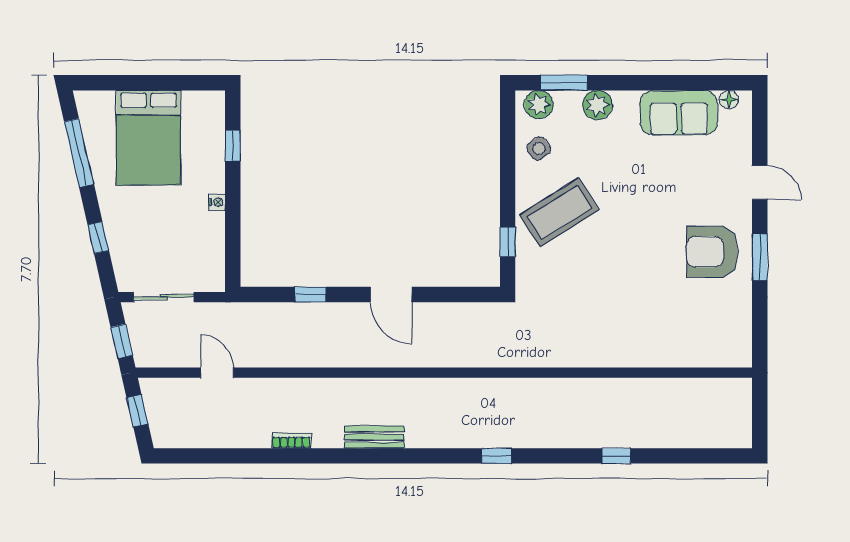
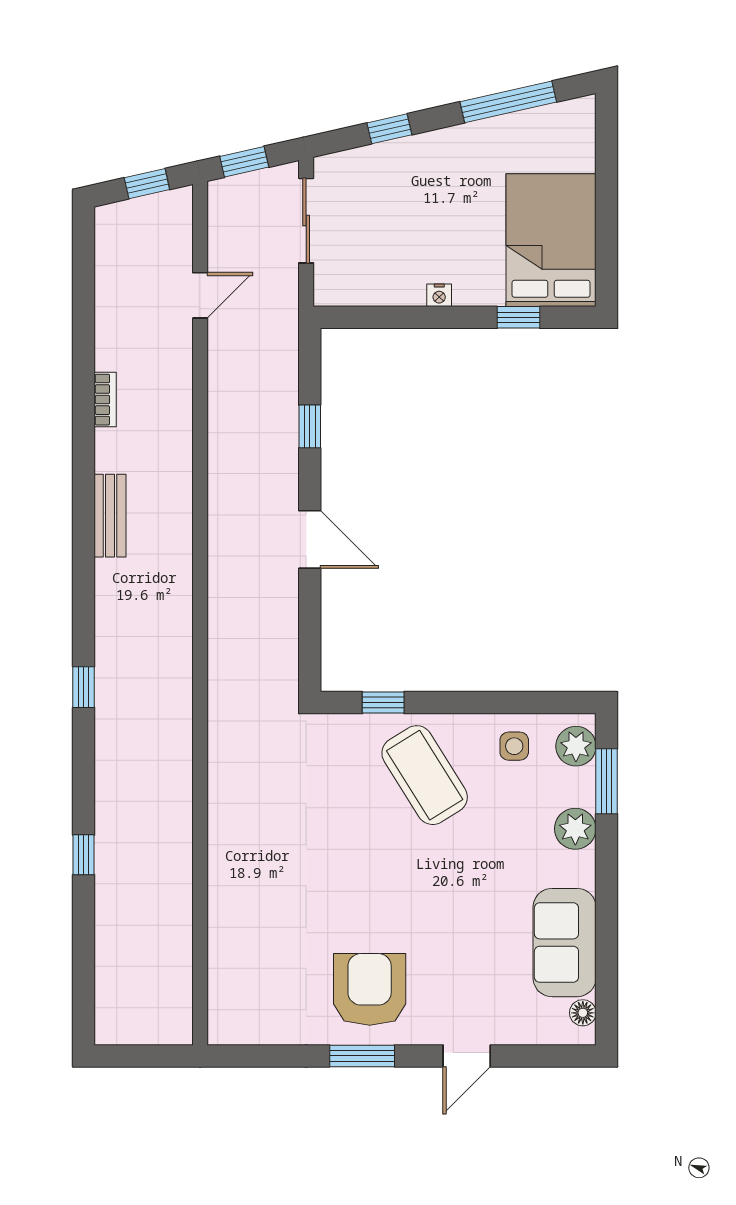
bed: (148, 138) -> (551, 240), moved, turned 90
side table: (539, 149) -> (514, 746), turned 35
door: (391, 295) -> (310, 539), swing flipped

